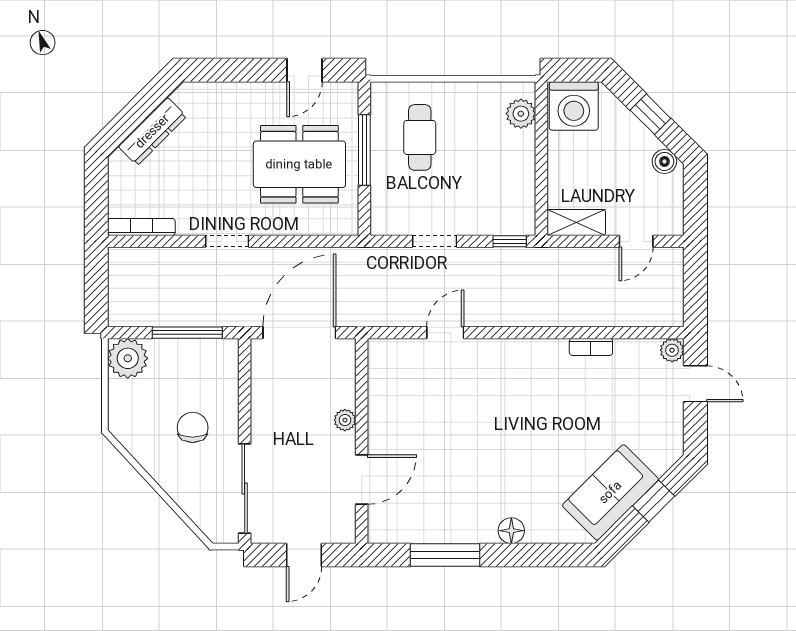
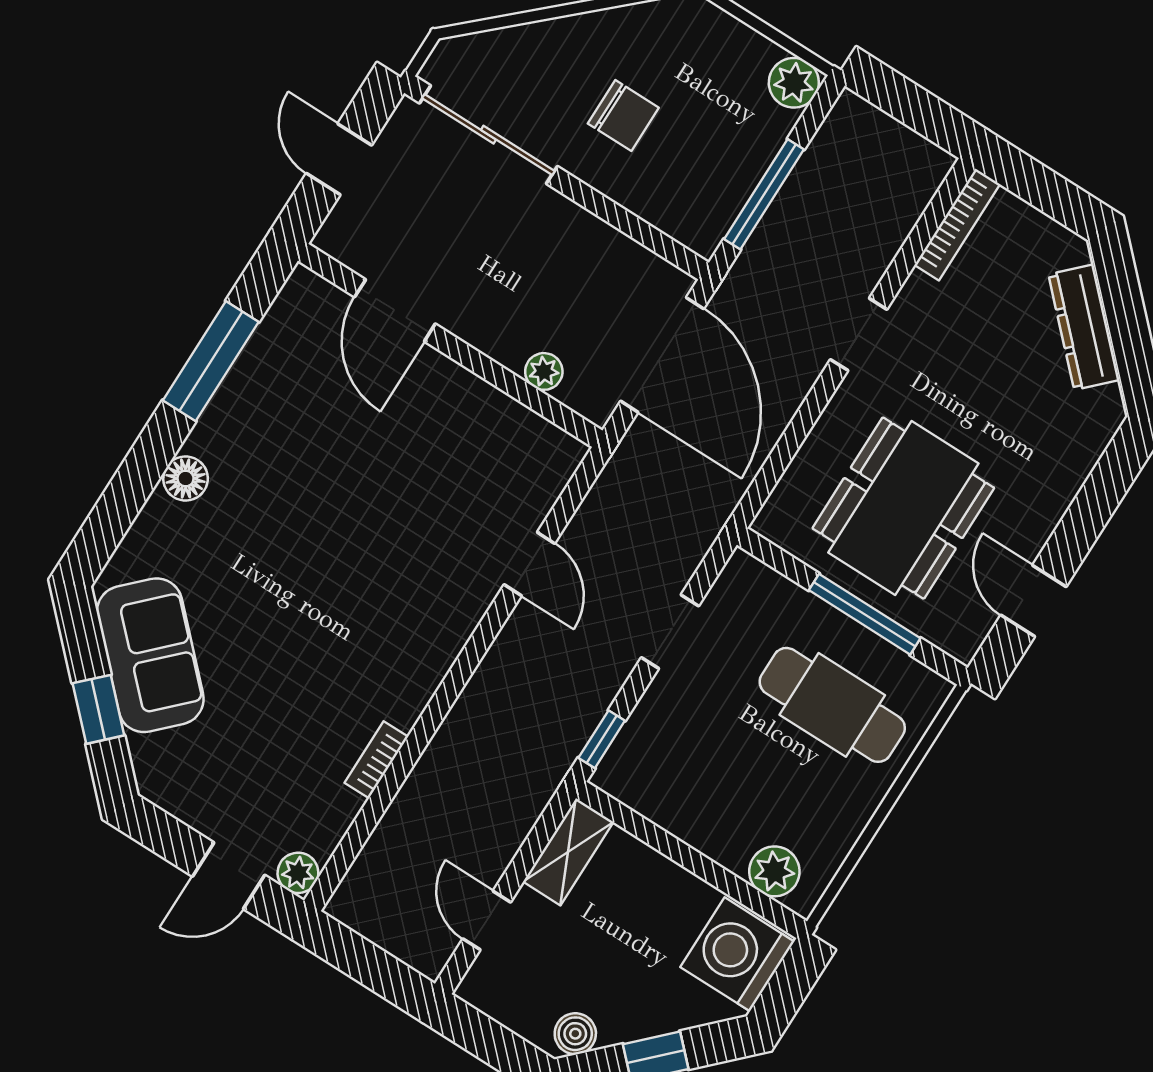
cafe table: (420, 137) -> (832, 705), width x1.37, depth x1.35
plant: (128, 358) -> (794, 83), width x0.73, depth x0.73
plant: (345, 420) -> (544, 371), moved

